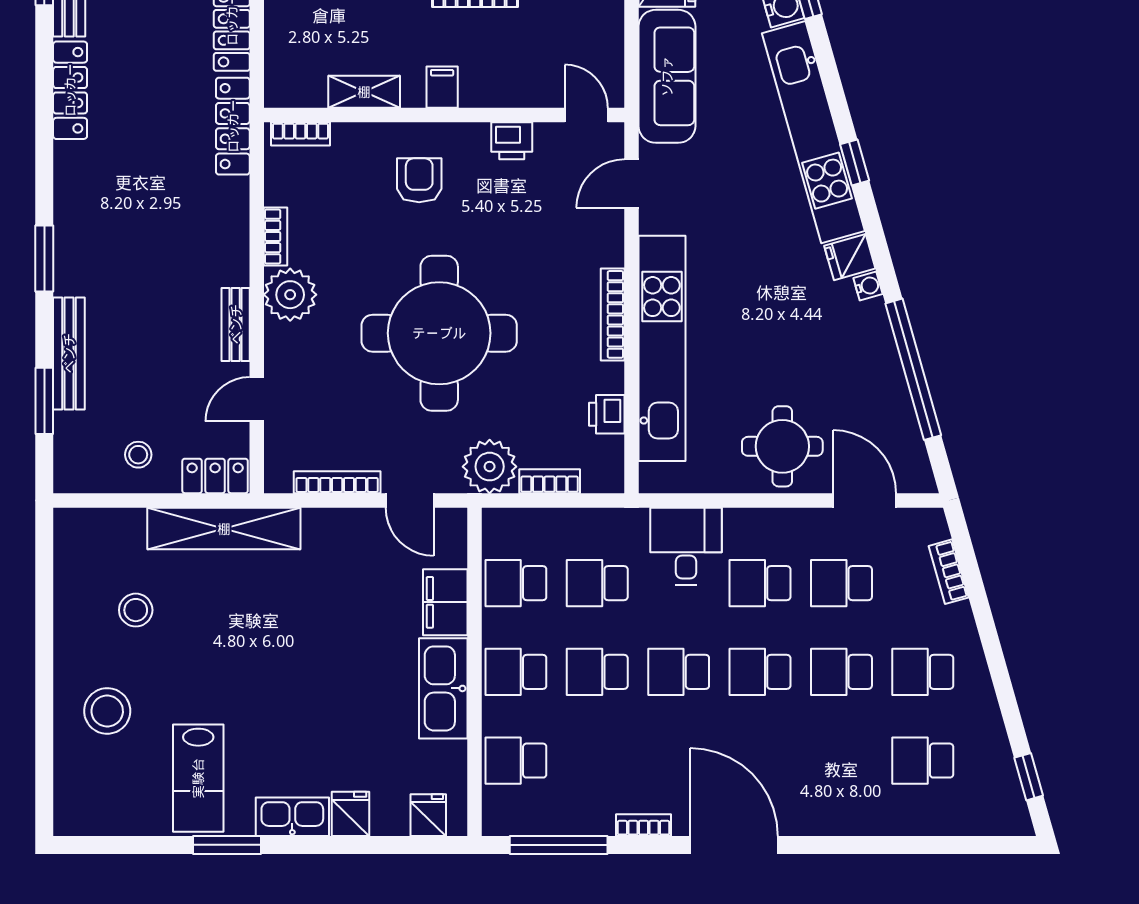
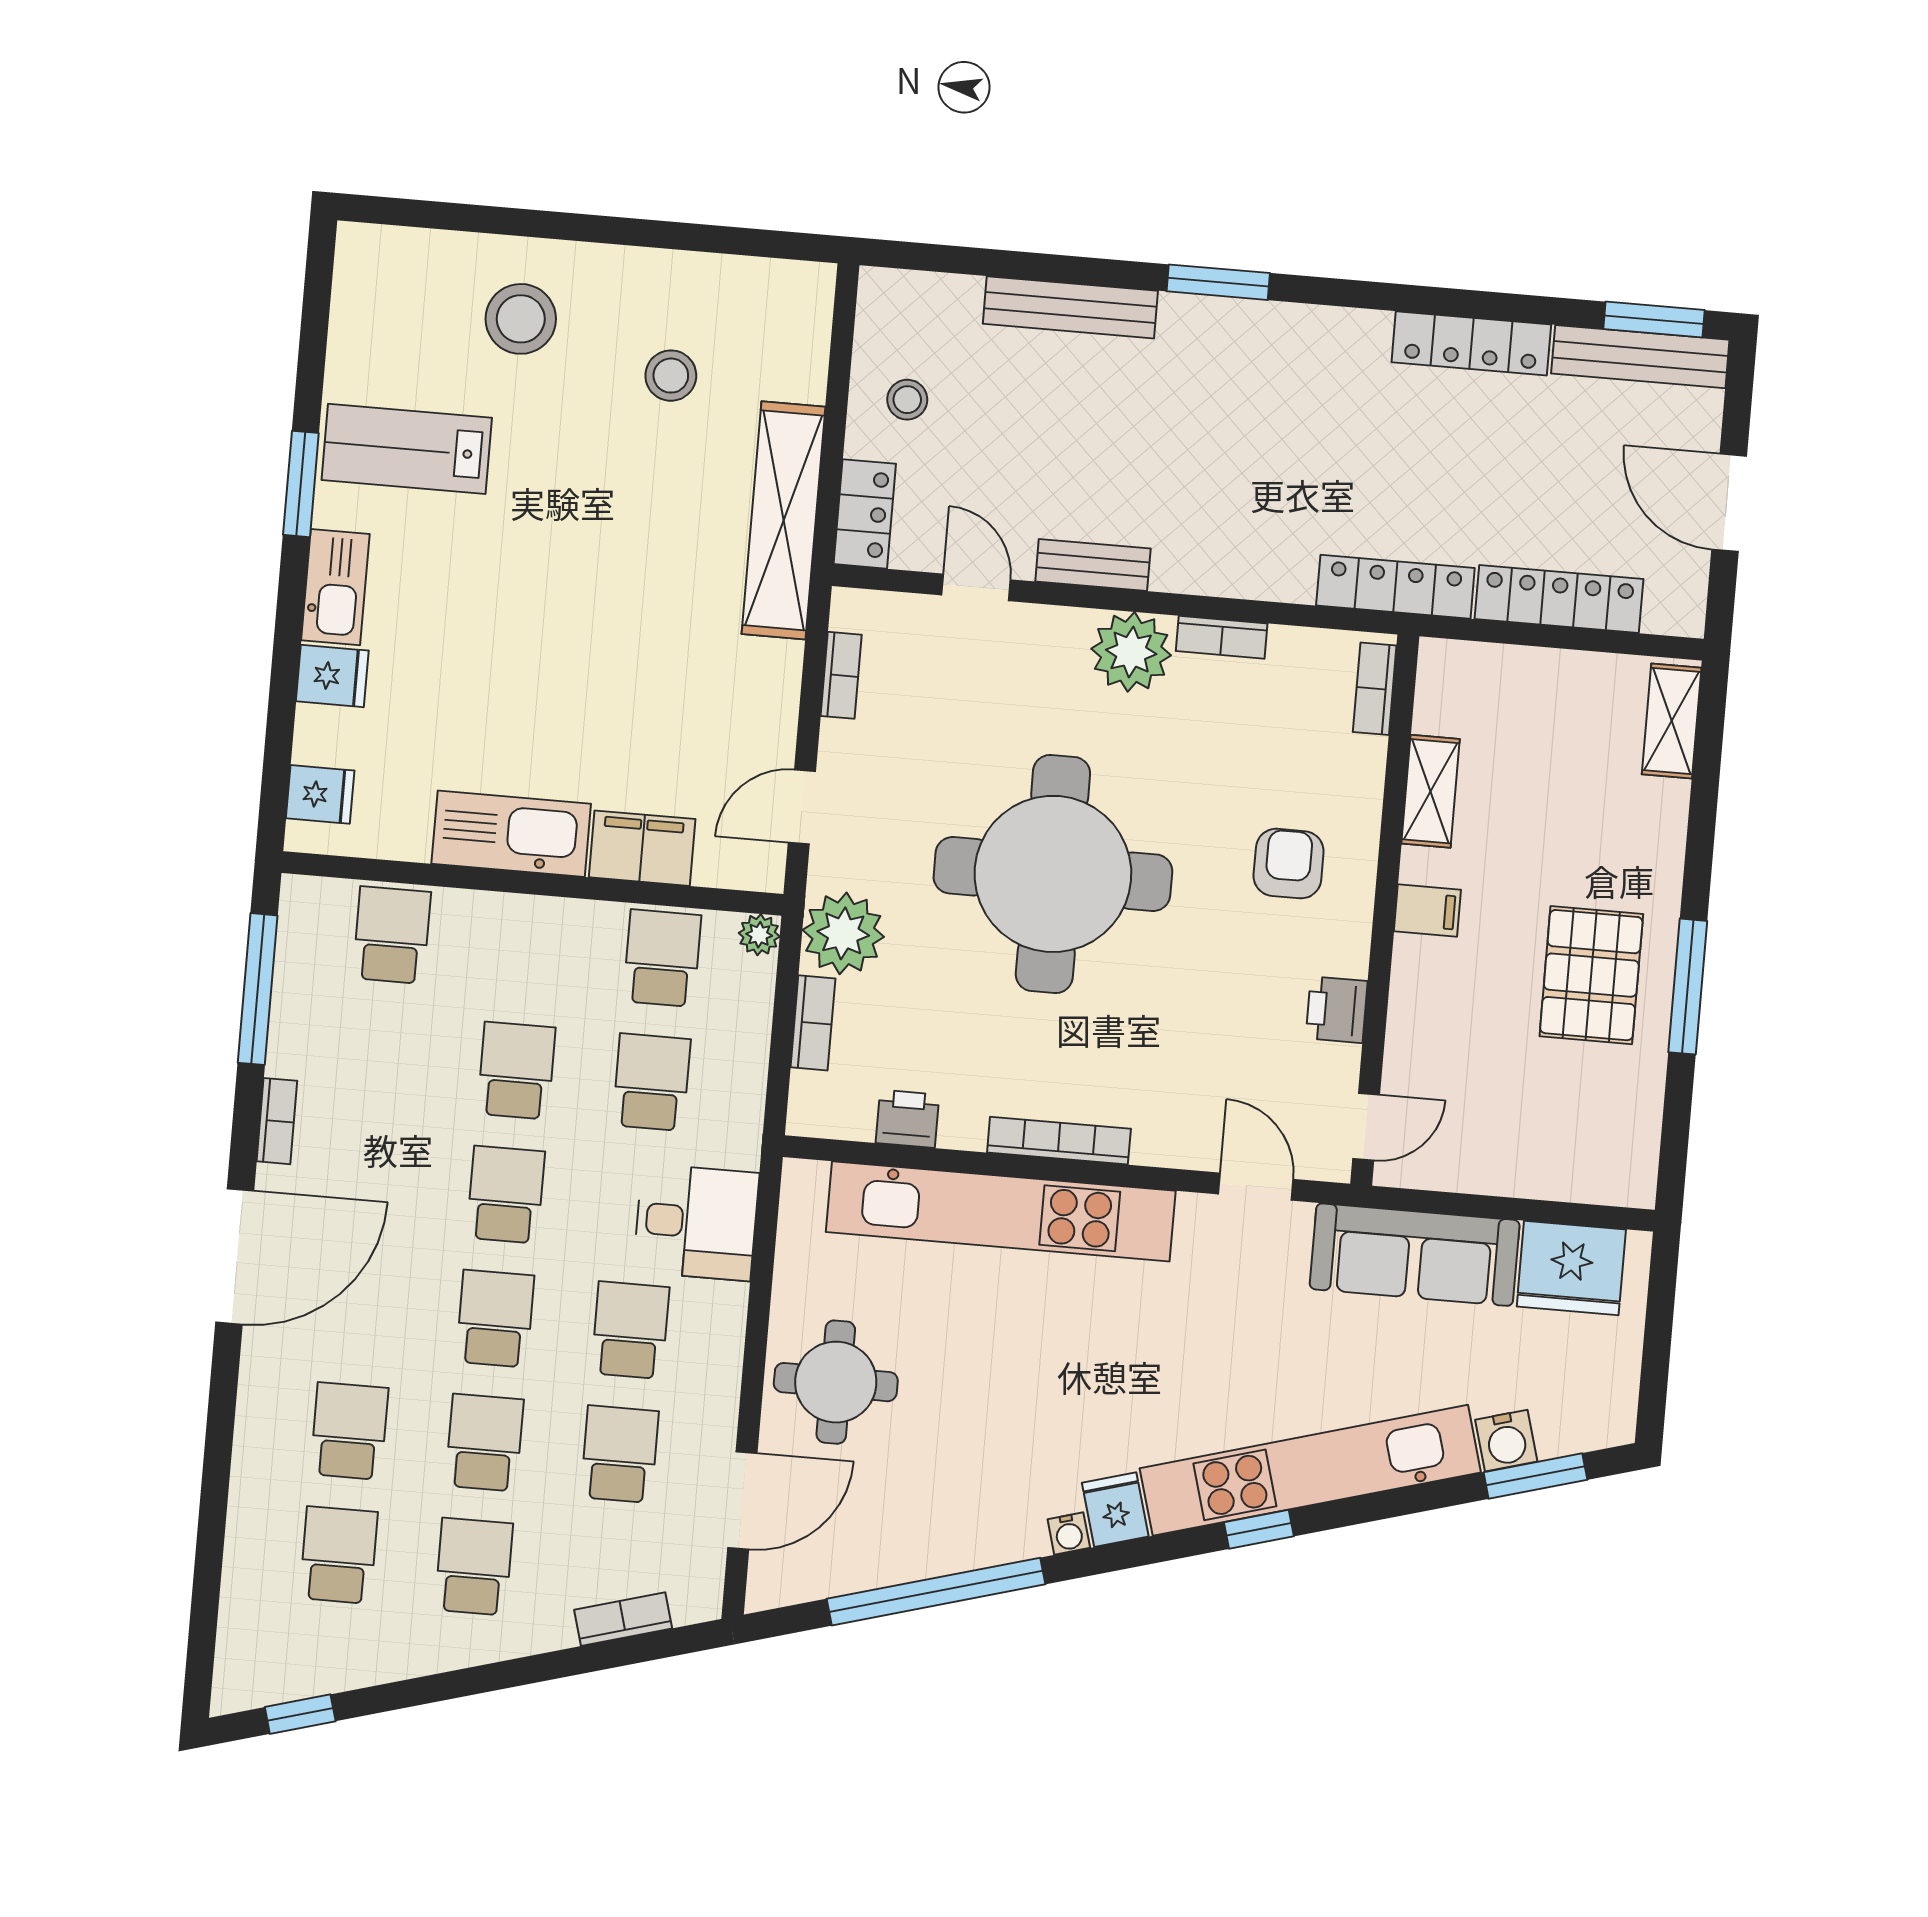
armchair: (419, 180) -> (1289, 864), turned -90
window: (44, 401) -> (1002, 264), removed
bookcase: (337, 482) -> (841, 675), width x0.64
plant: (495, 521) -> (759, 935), added
school desk: (516, 672) -> (349, 1431), moved

